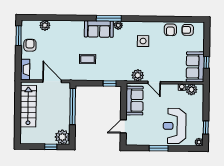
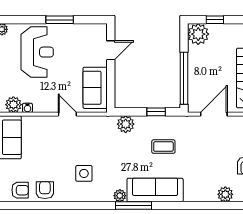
sofa: (99, 29) -> (155, 190), width x1.36
plant: (138, 75) -> (126, 124), moved
door: (52, 81) -> (214, 114), swing flipped
window: (110, 83) -> (156, 112), moved

